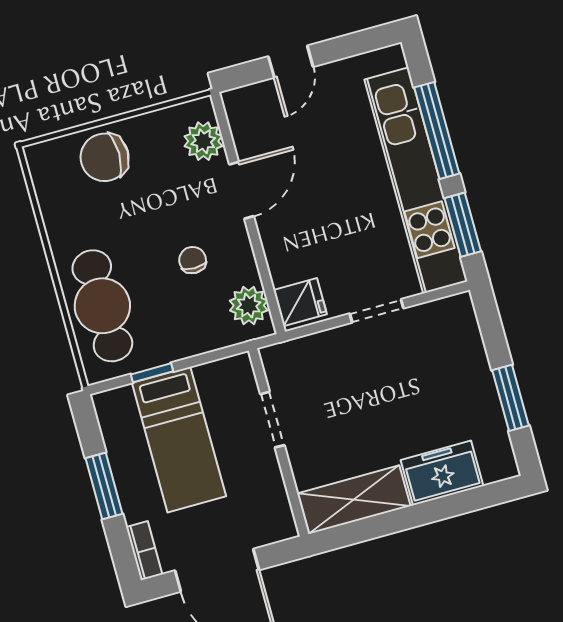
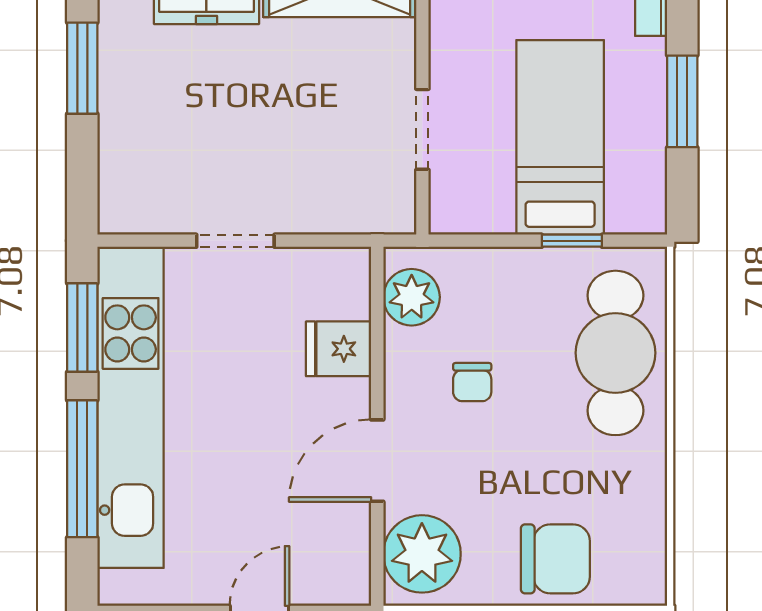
plant: (203, 141) -> (422, 554), width x1.36, depth x1.36
fridge: (300, 302) -> (339, 349), moved

